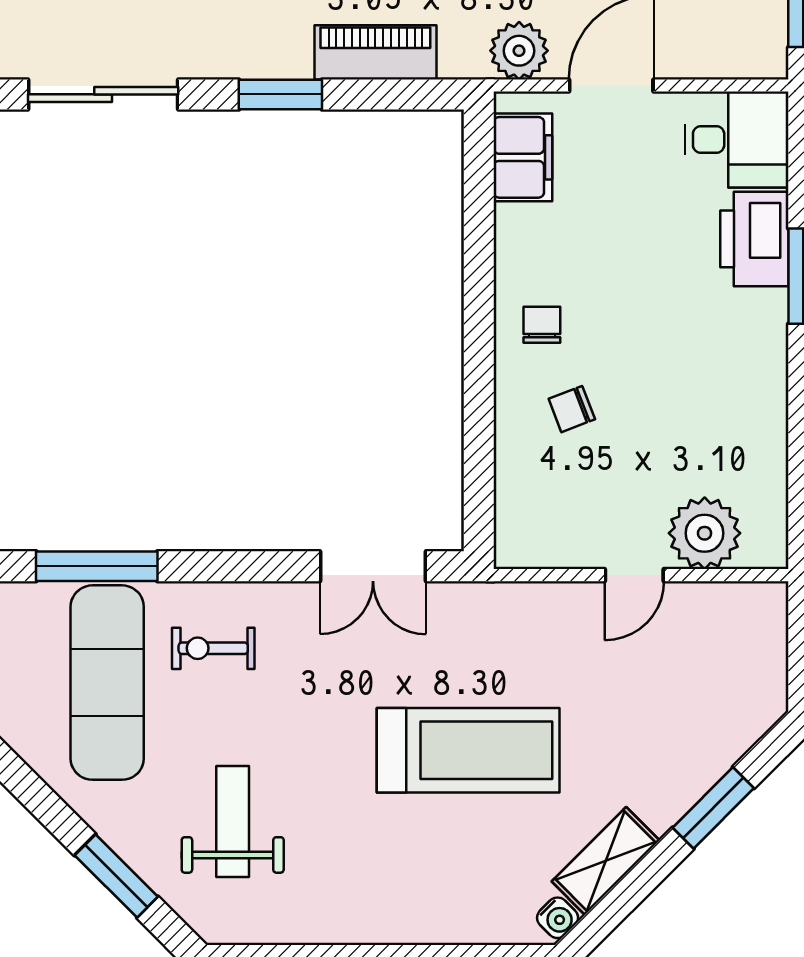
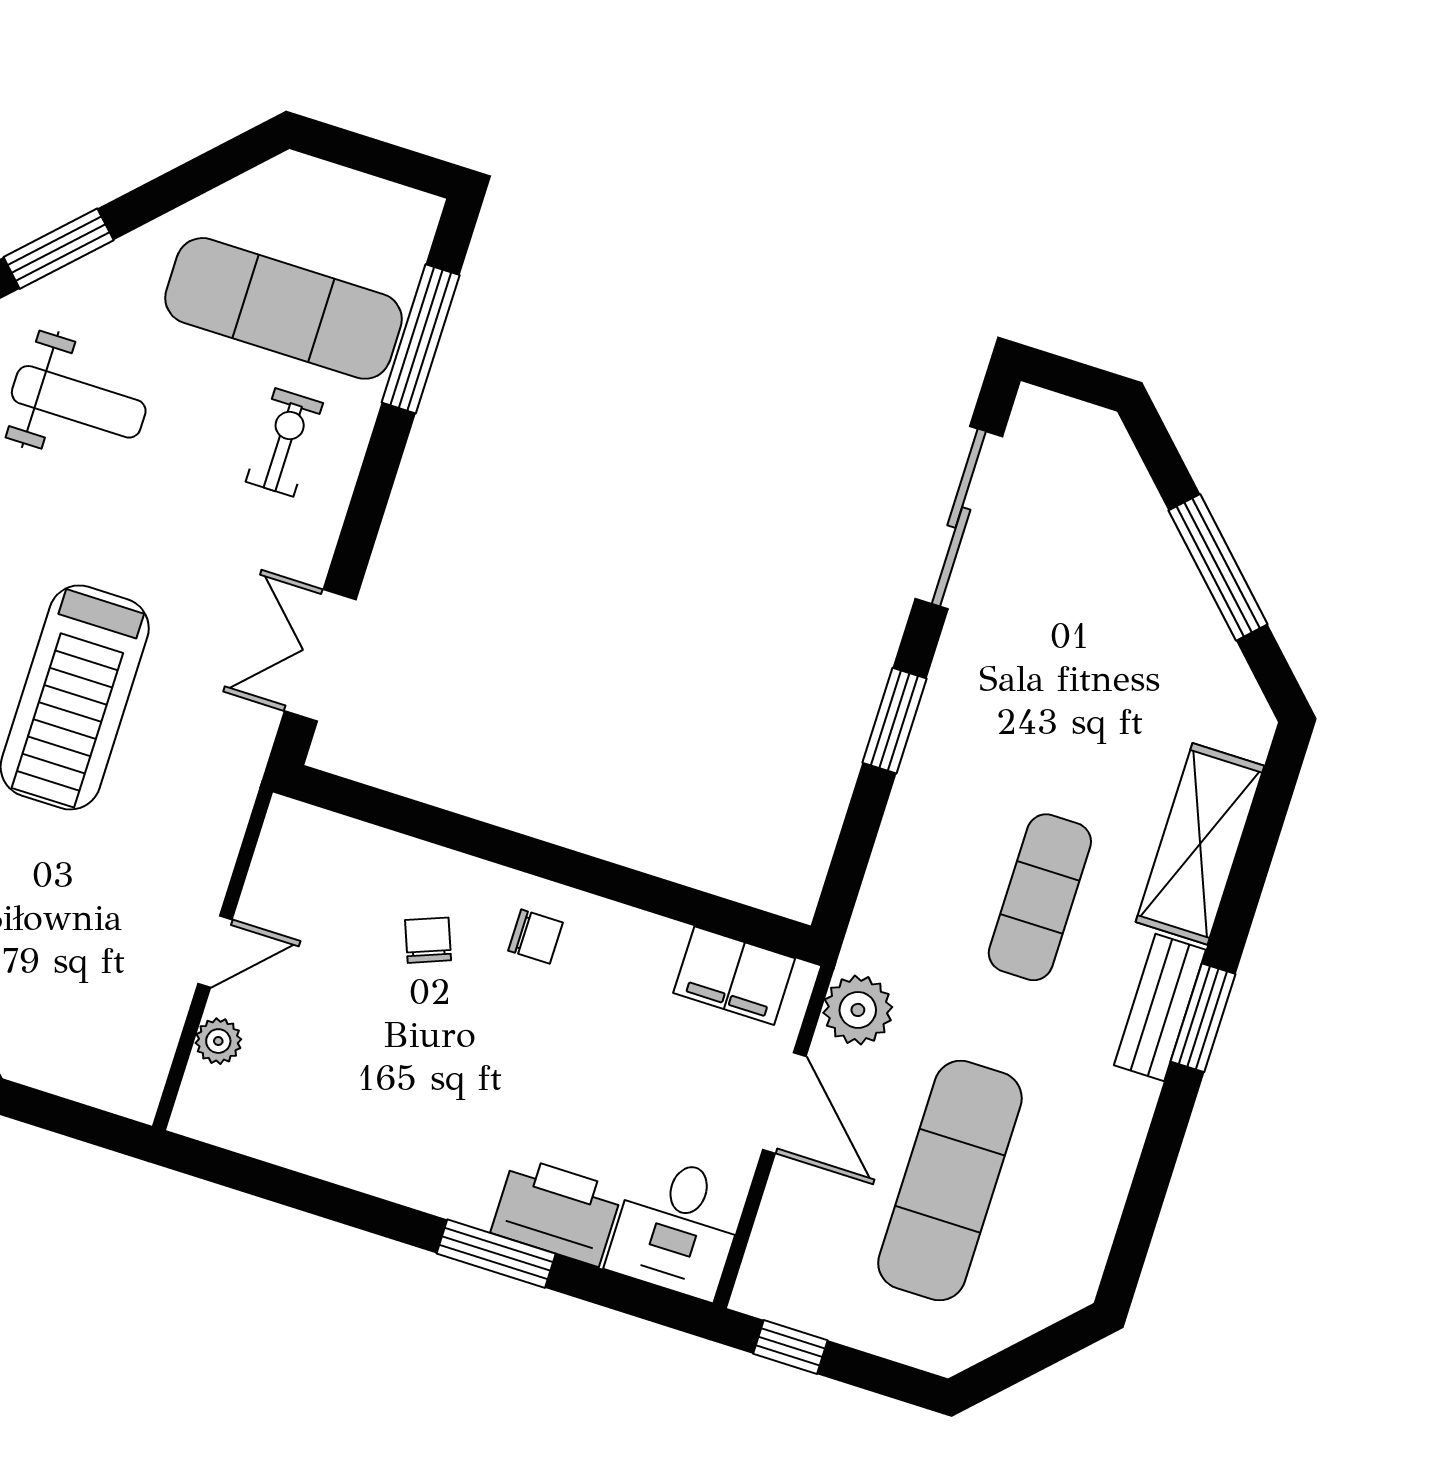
piano: (375, 52) -> (908, 845), removed
plant: (705, 533) -> (218, 1041), width x0.53, depth x0.53
door: (634, 575) -> (215, 951), swing flipped

